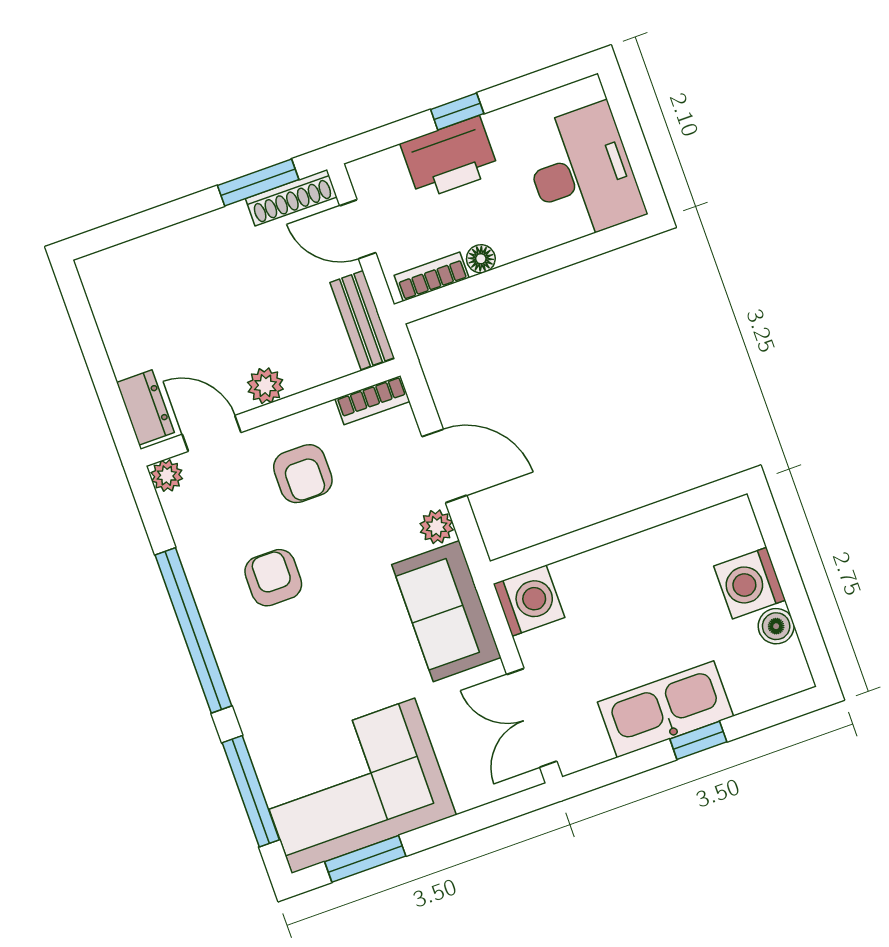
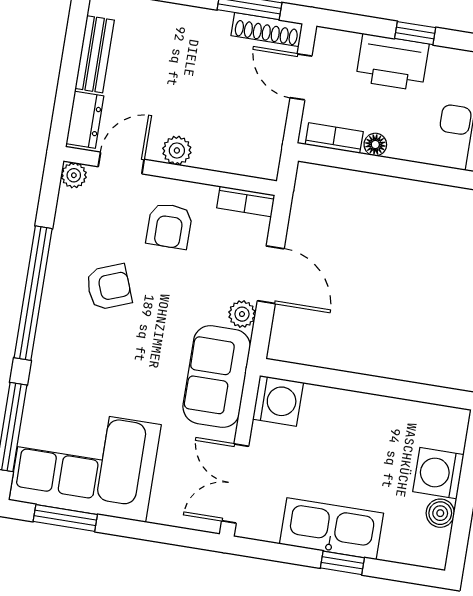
bench: (362, 320) -> (95, 54), moved
door: (212, 433) -> (121, 163), hinge flipped
armchair: (273, 578) -> (109, 287), turned 69

